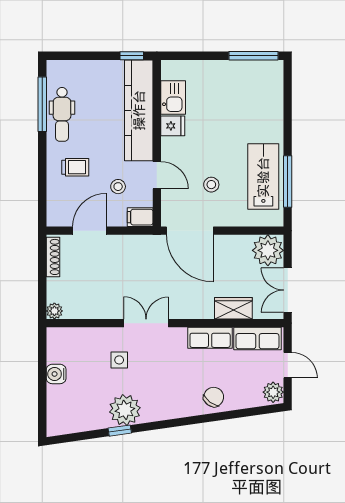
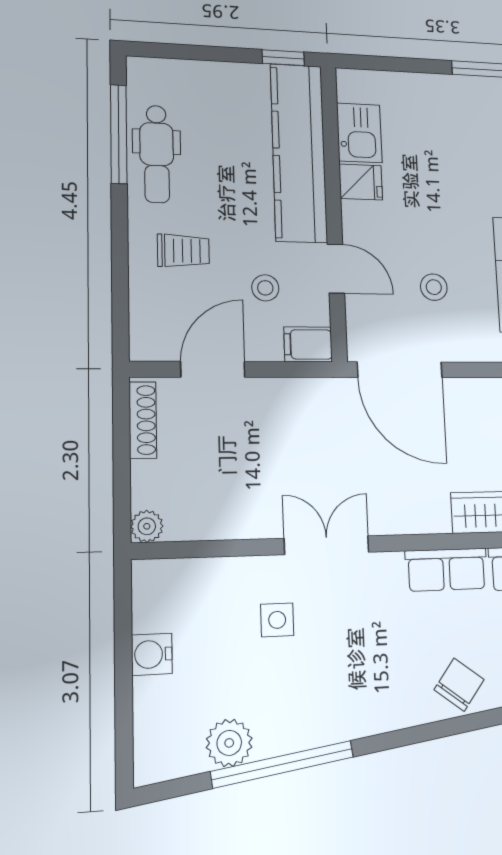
plant: (125, 410) -> (229, 743), moved, width x0.73, depth x0.73
window: (120, 431) -> (283, 764), width x3.17

